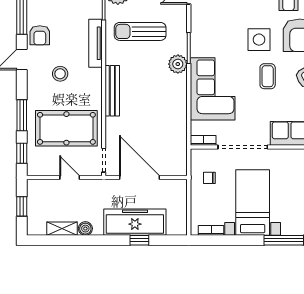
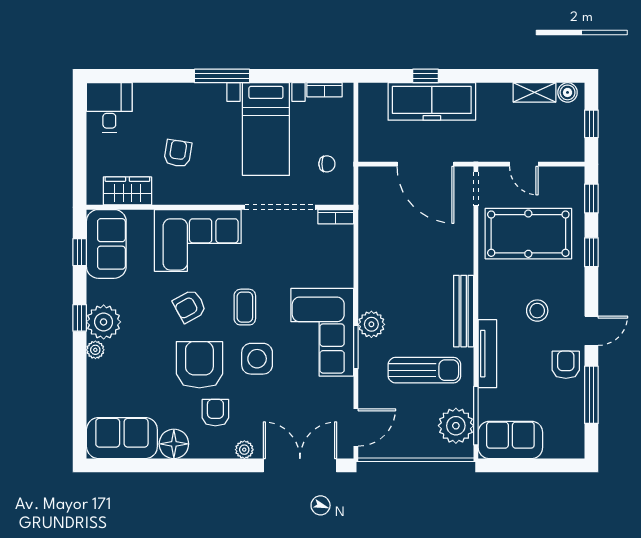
corner sofa: (213, 89) -> (322, 332), moved
bench: (112, 91) -> (464, 311), moved
window: (22, 115) -> (591, 252), width x0.67
boiler: (85, 229) -> (568, 92), moved

